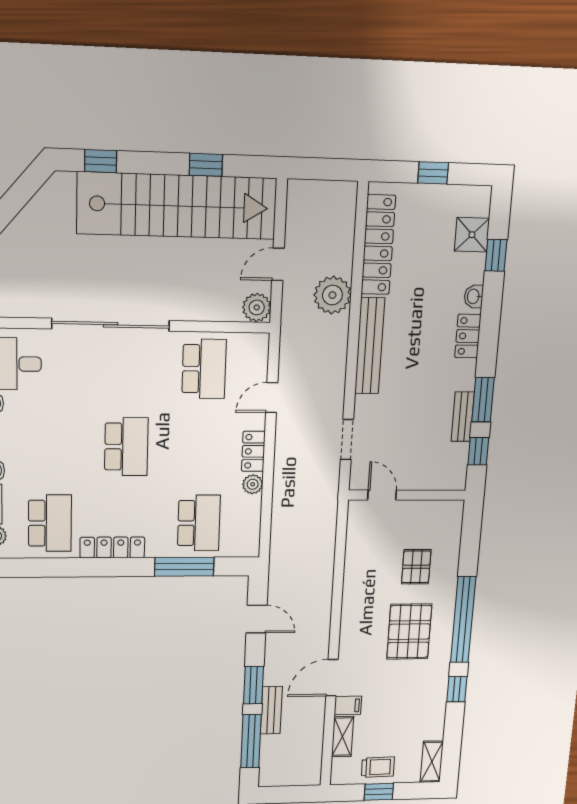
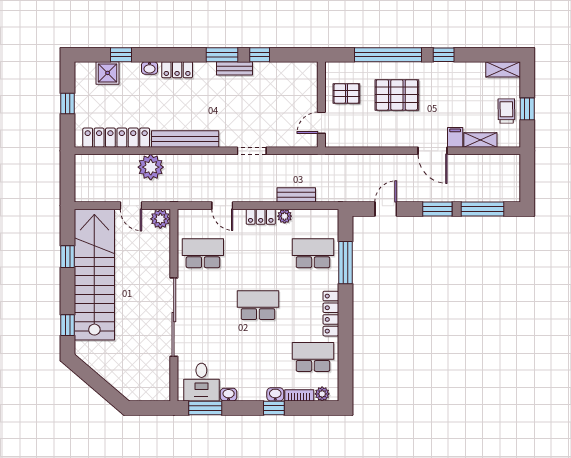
door: (382, 495) -> (321, 123), moved
wall: (407, 495) -> (321, 104), moved
bench: (271, 710) -> (296, 195), moved

